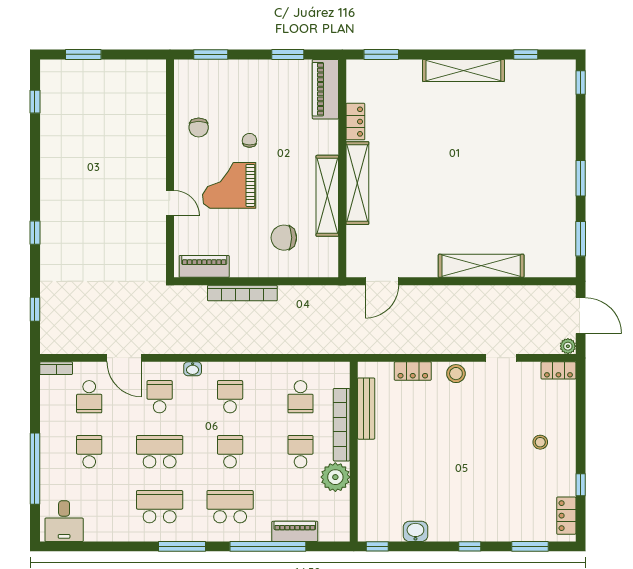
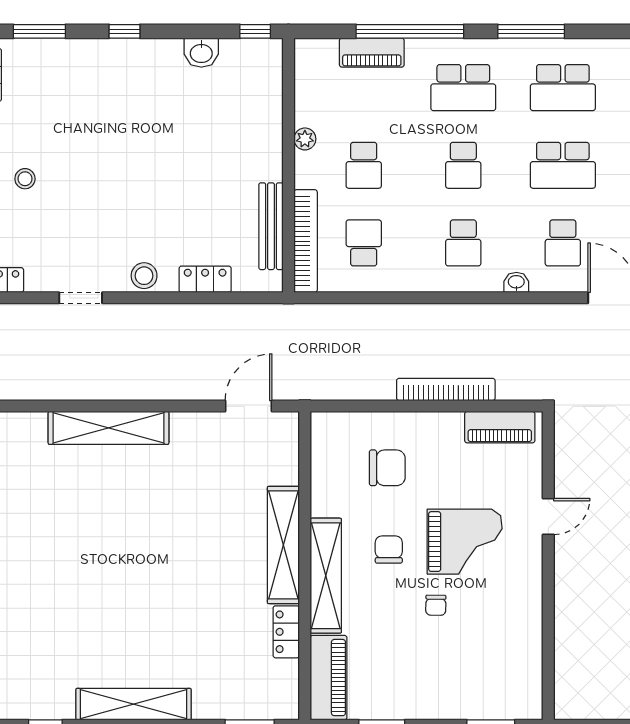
chair: (199, 127) -> (389, 550), moved
shelving: (327, 196) -> (326, 576), moved
door: (170, 203) -> (548, 517), swing flipped
bookcase: (342, 425) -> (306, 241), moved
plant: (335, 477) -> (305, 139), width x0.53, depth x0.53

